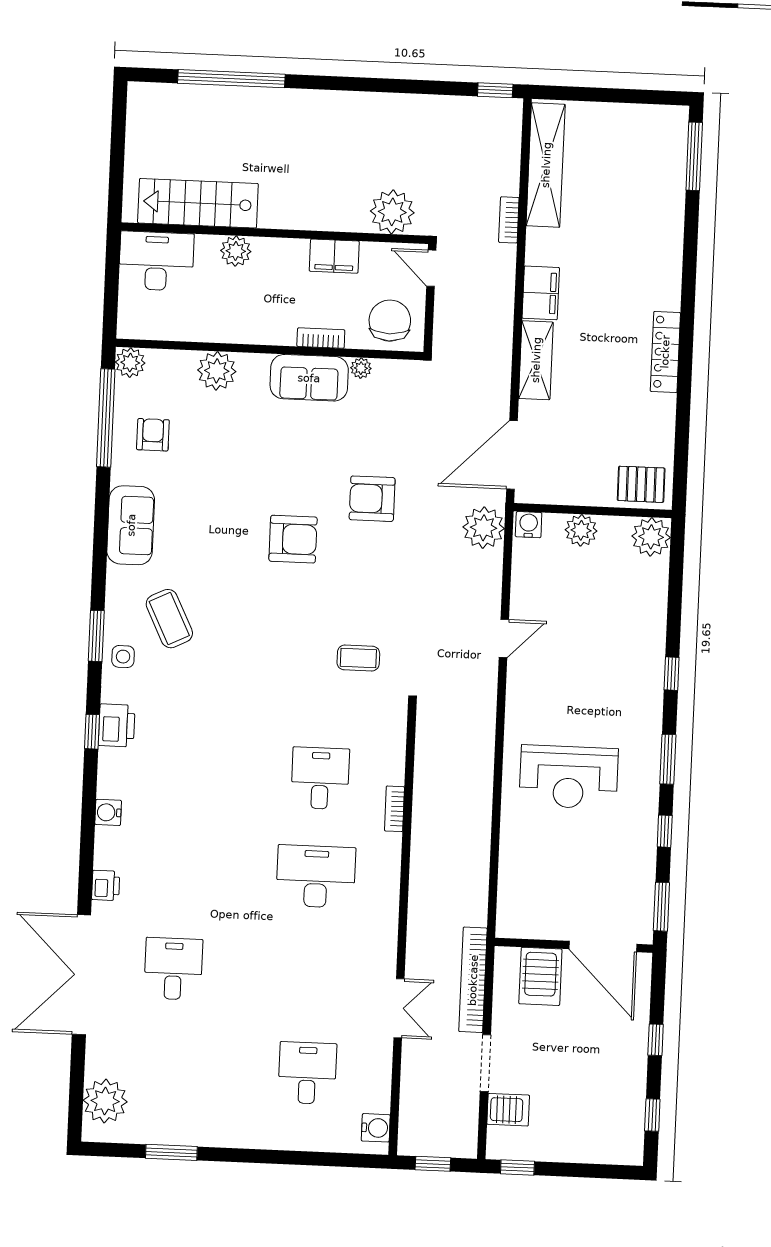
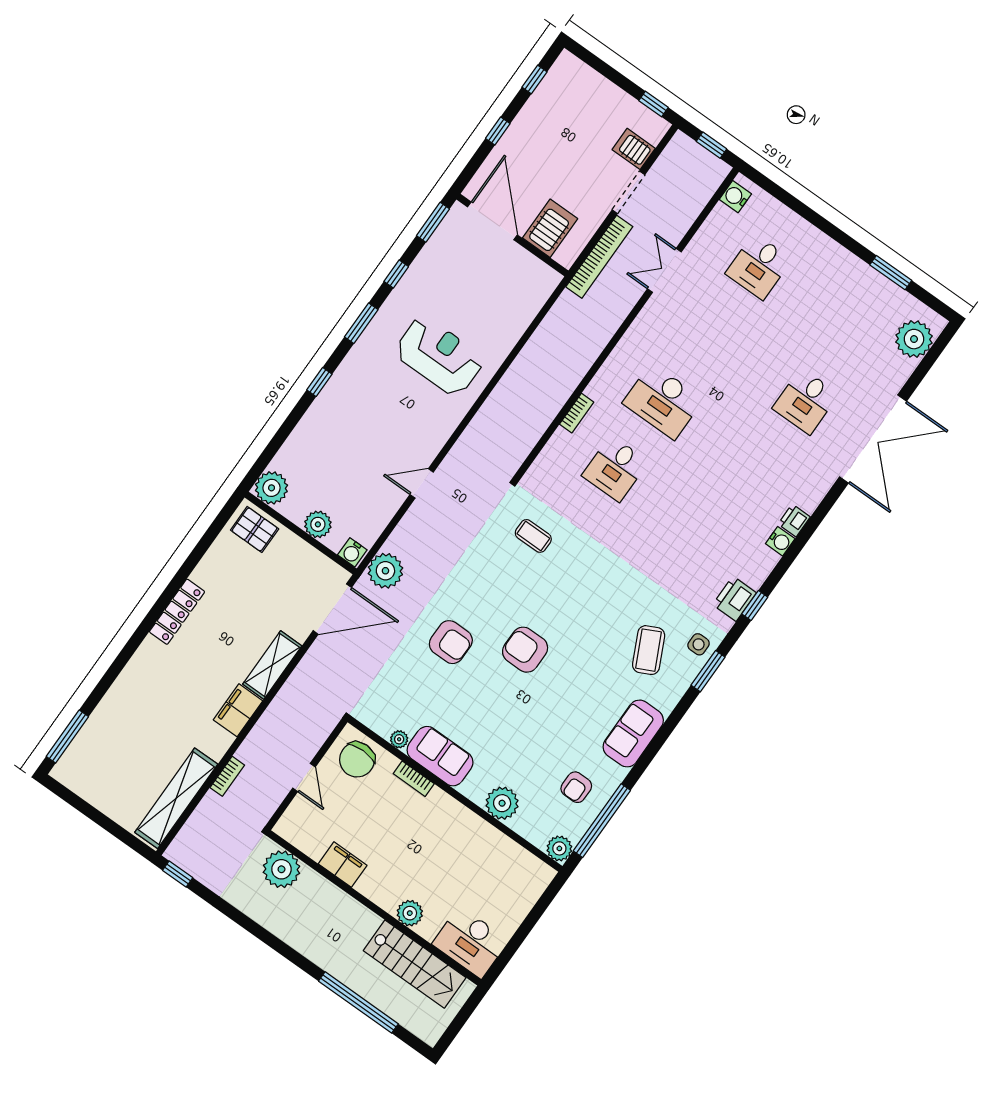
stairs: (198, 203) -> (415, 964), moved
plant: (392, 212) -> (281, 869), moved
wall: (275, 233) -> (374, 908), moved
plant: (236, 251) -> (410, 913), moved
filing cabinet: (334, 256) -> (343, 865), moved
desk: (156, 261) -> (470, 942), moved
printer: (106, 885) -> (794, 521), moved

